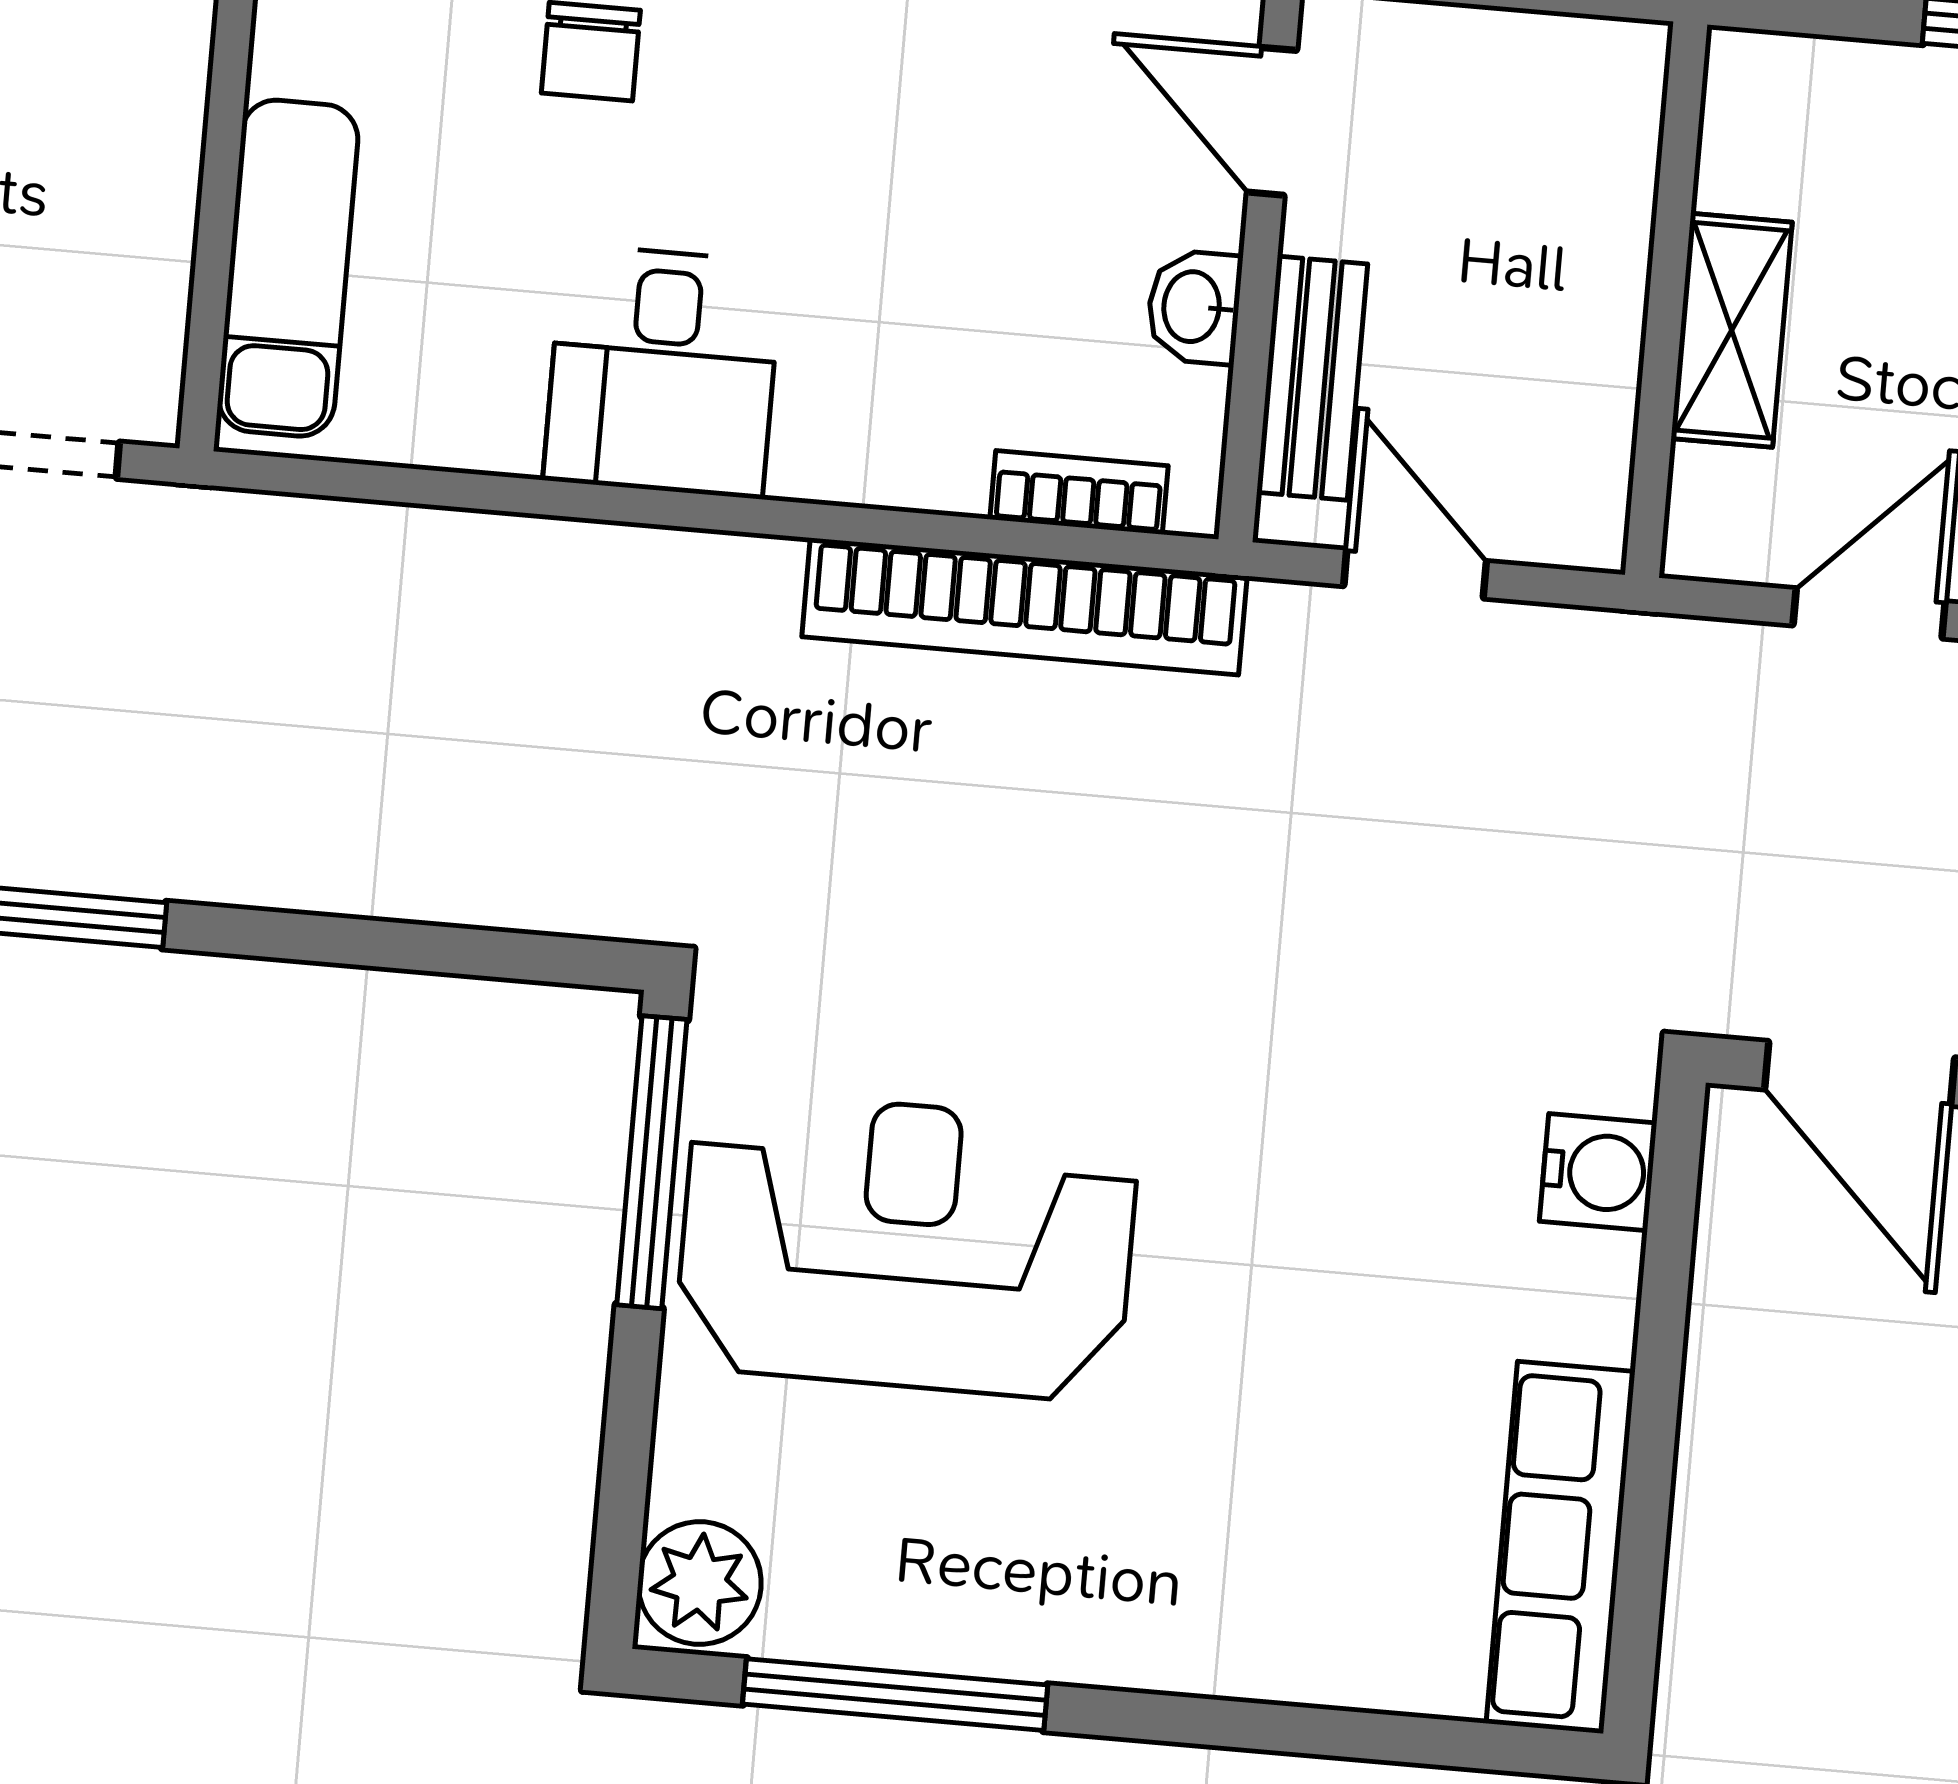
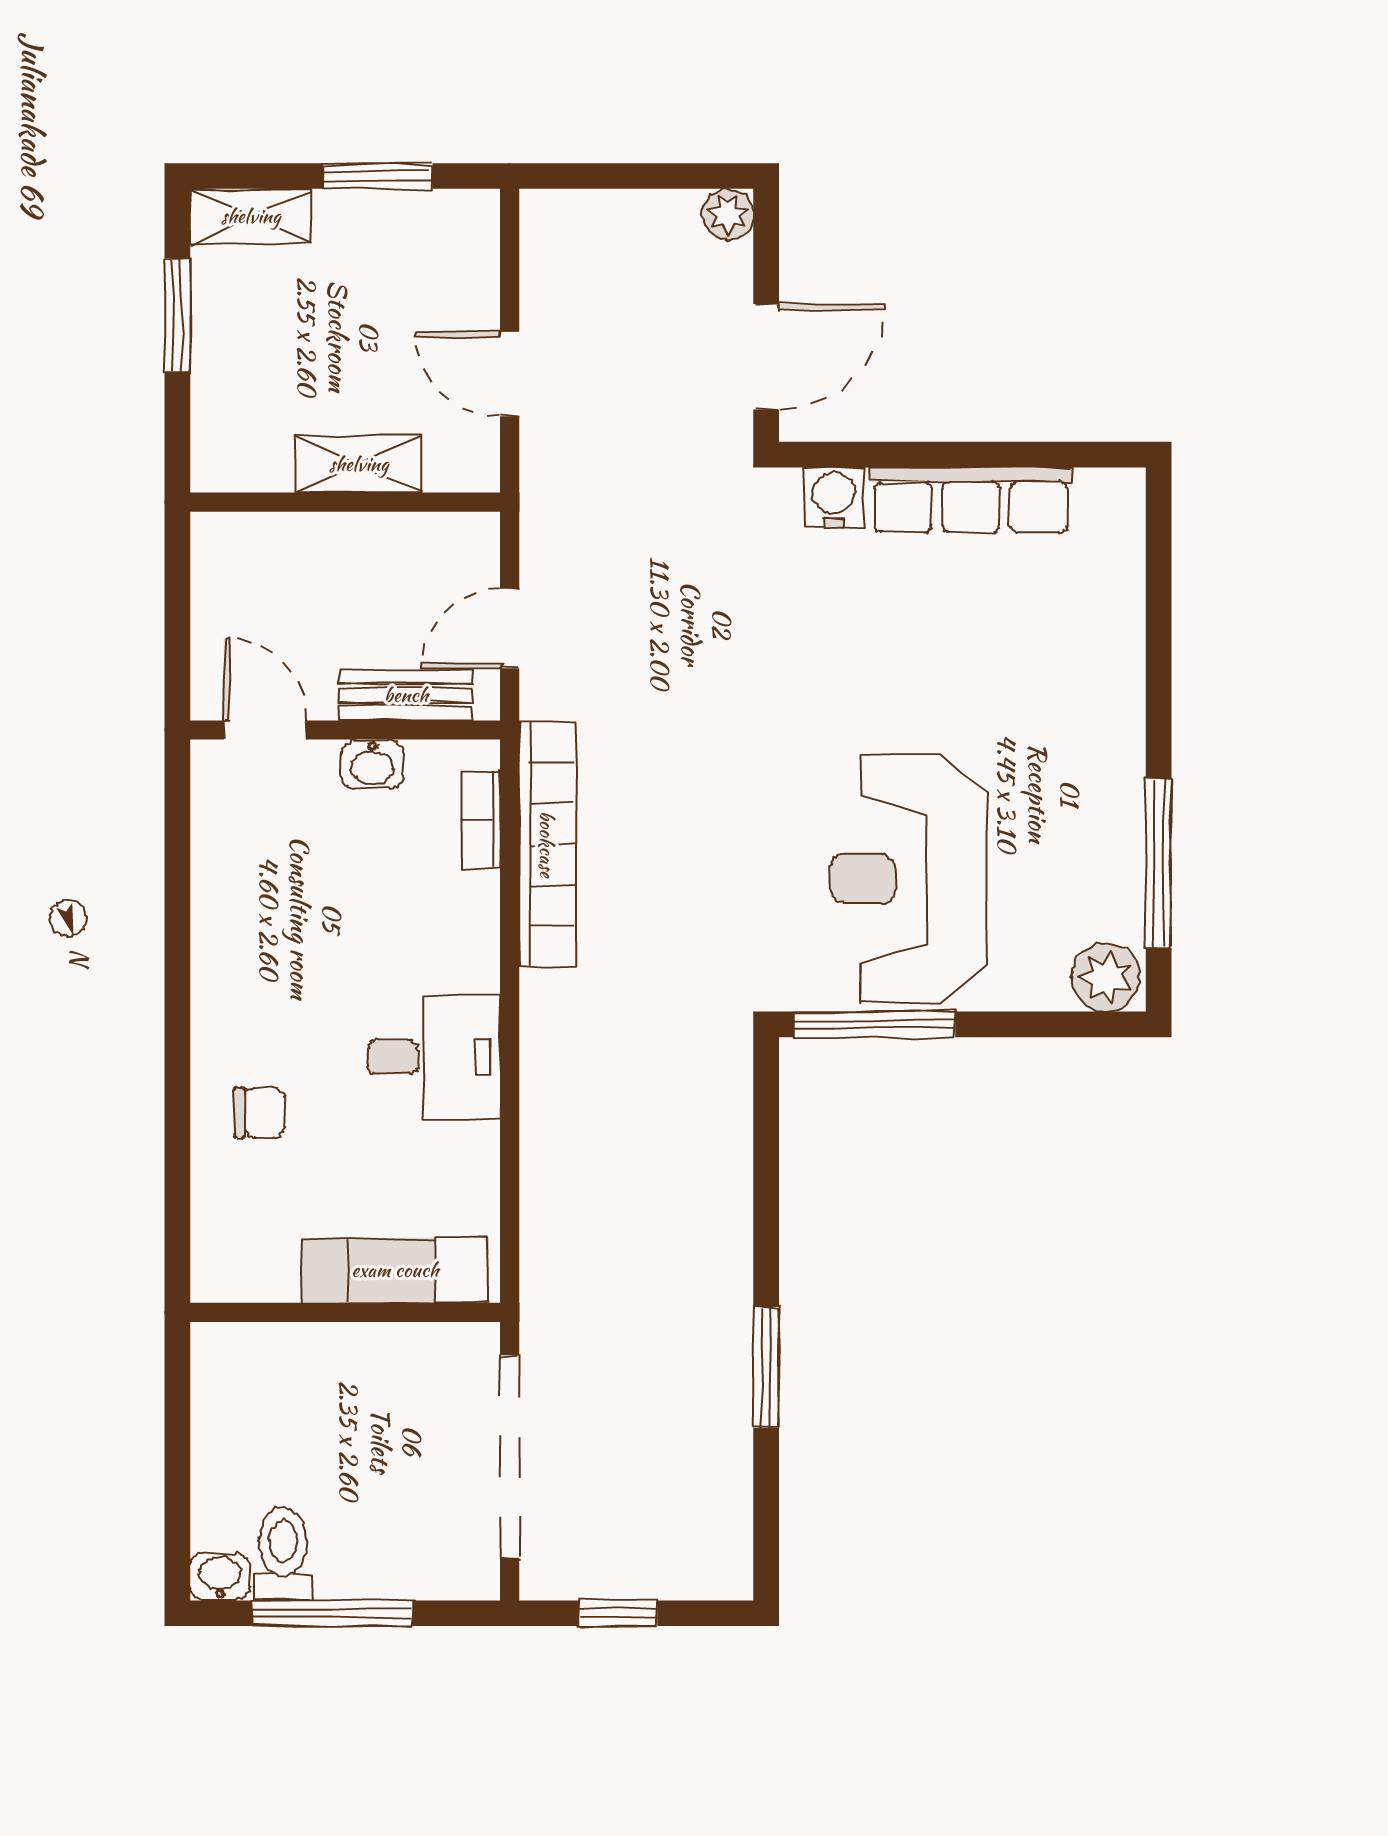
door: (1272, 121) -> (265, 730), swing flipped
row of seats: (1561, 1547) -> (971, 500), moved

